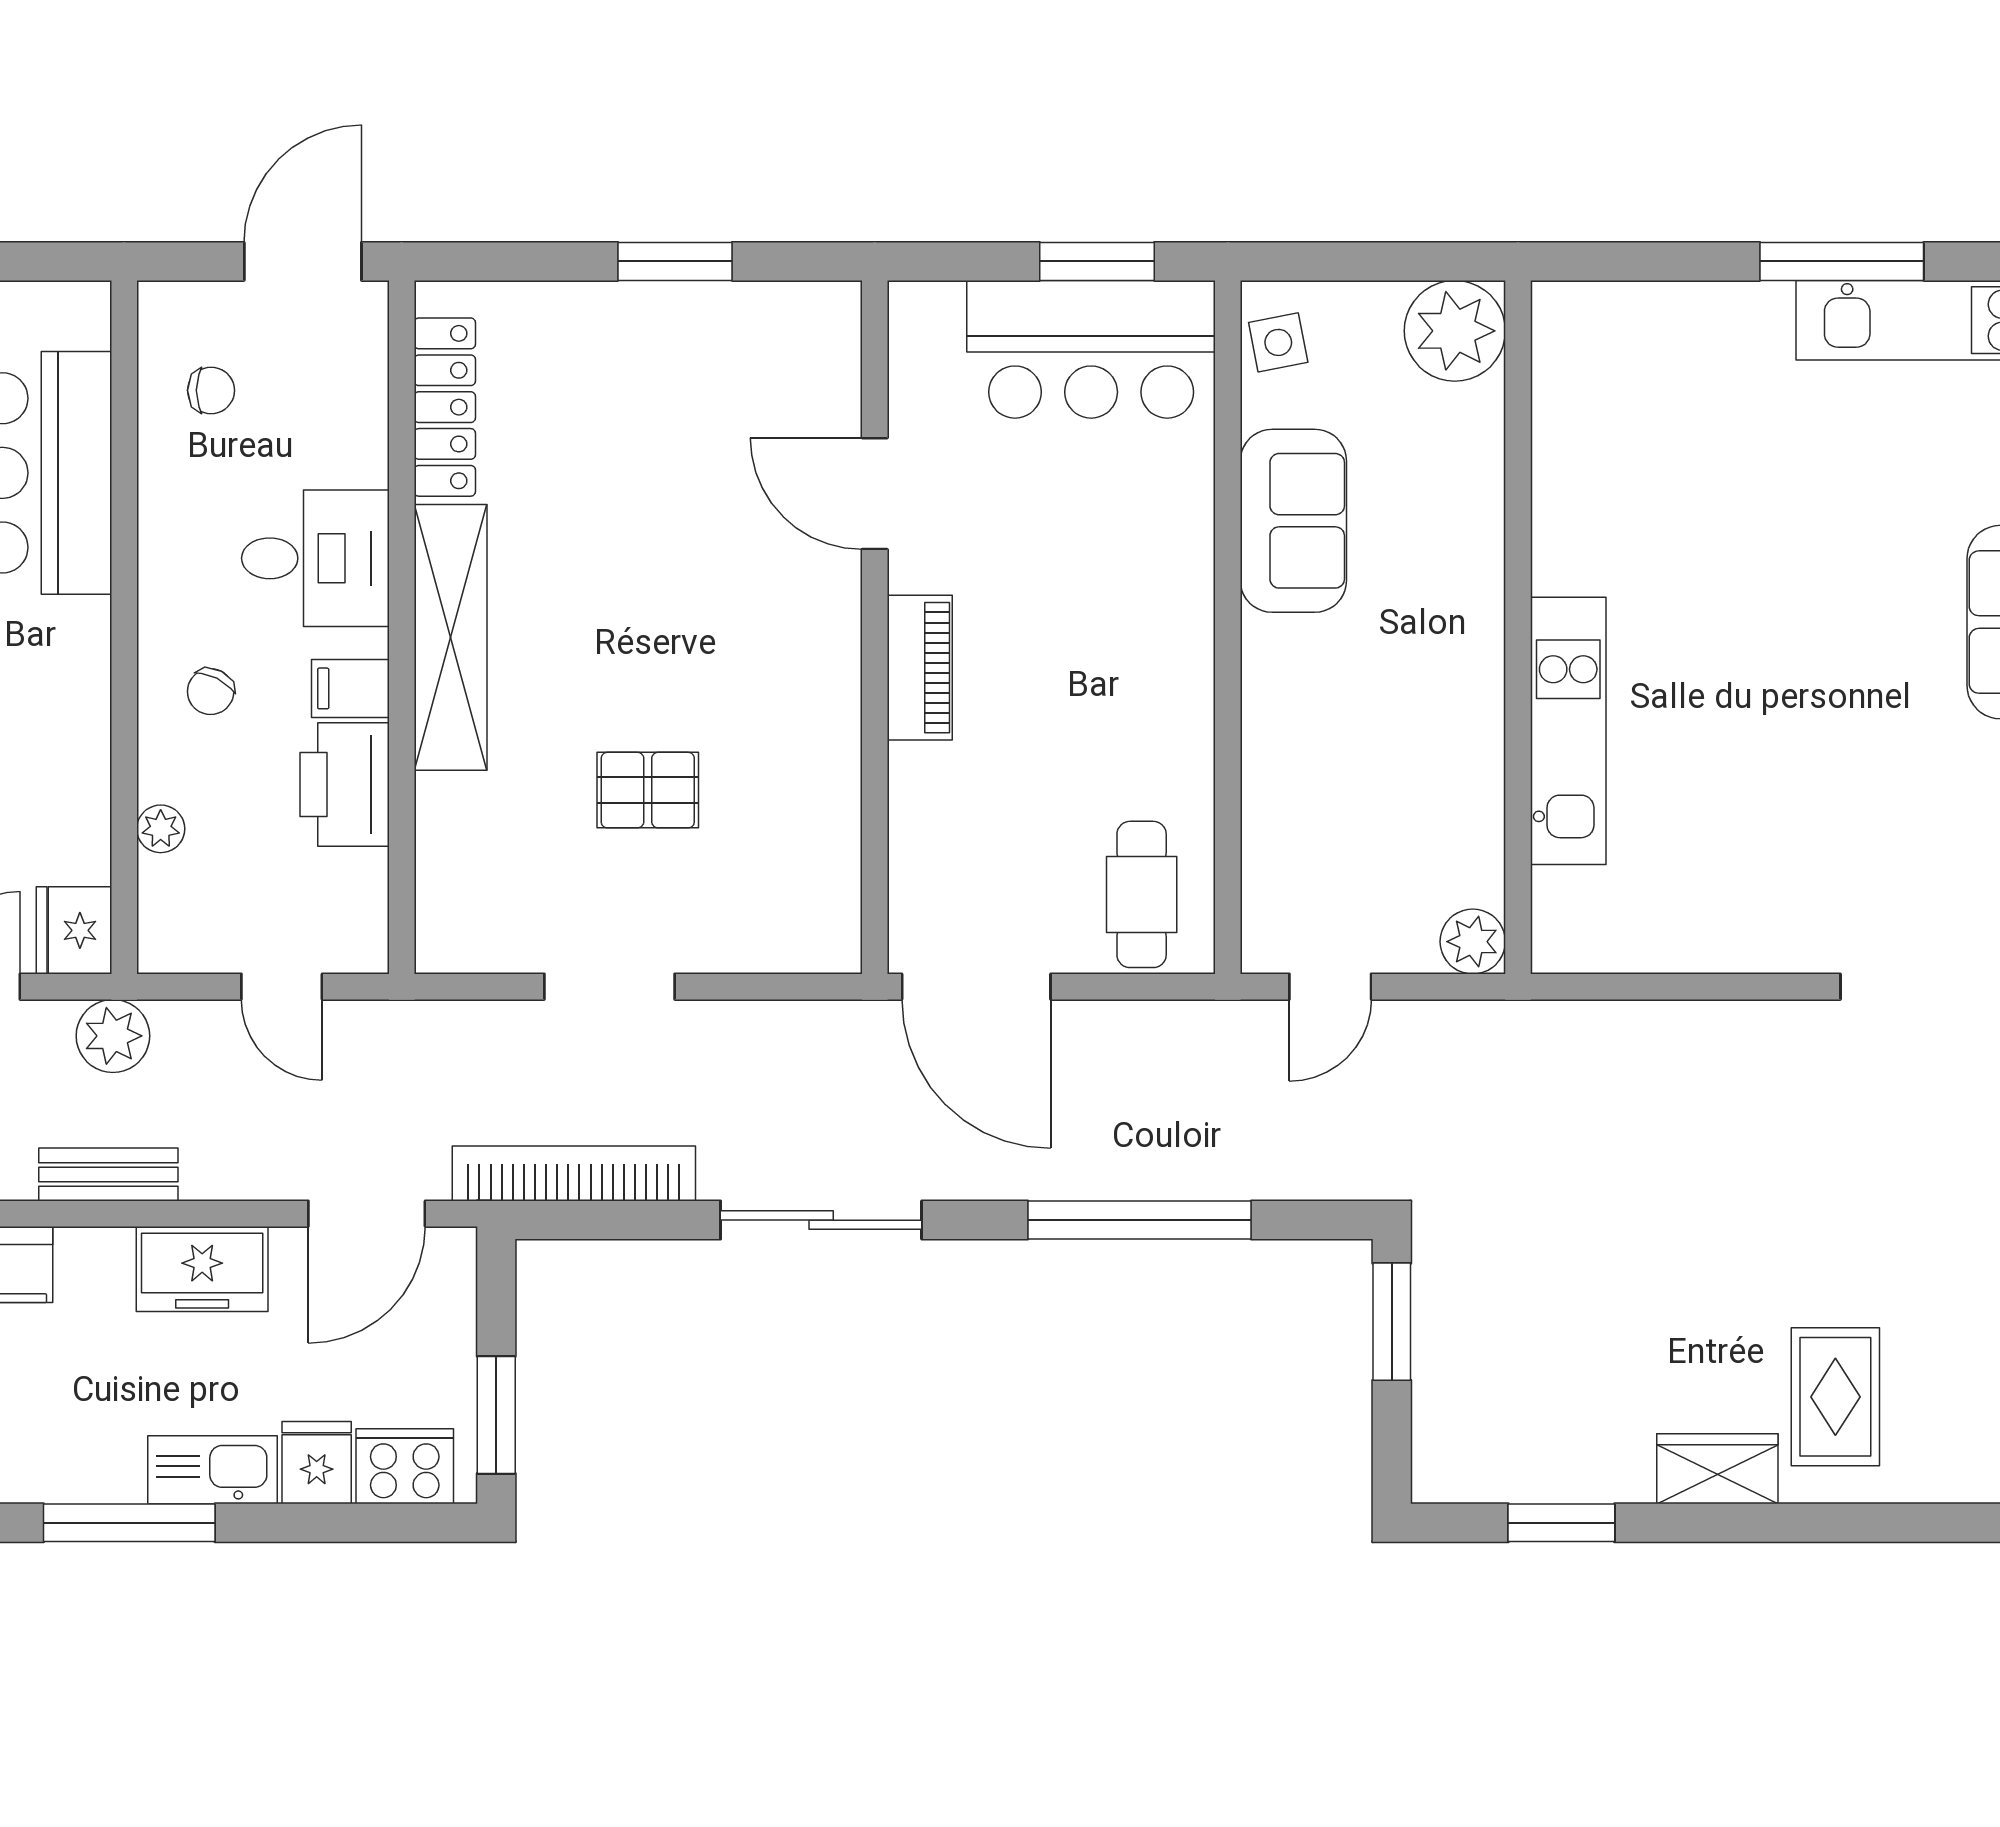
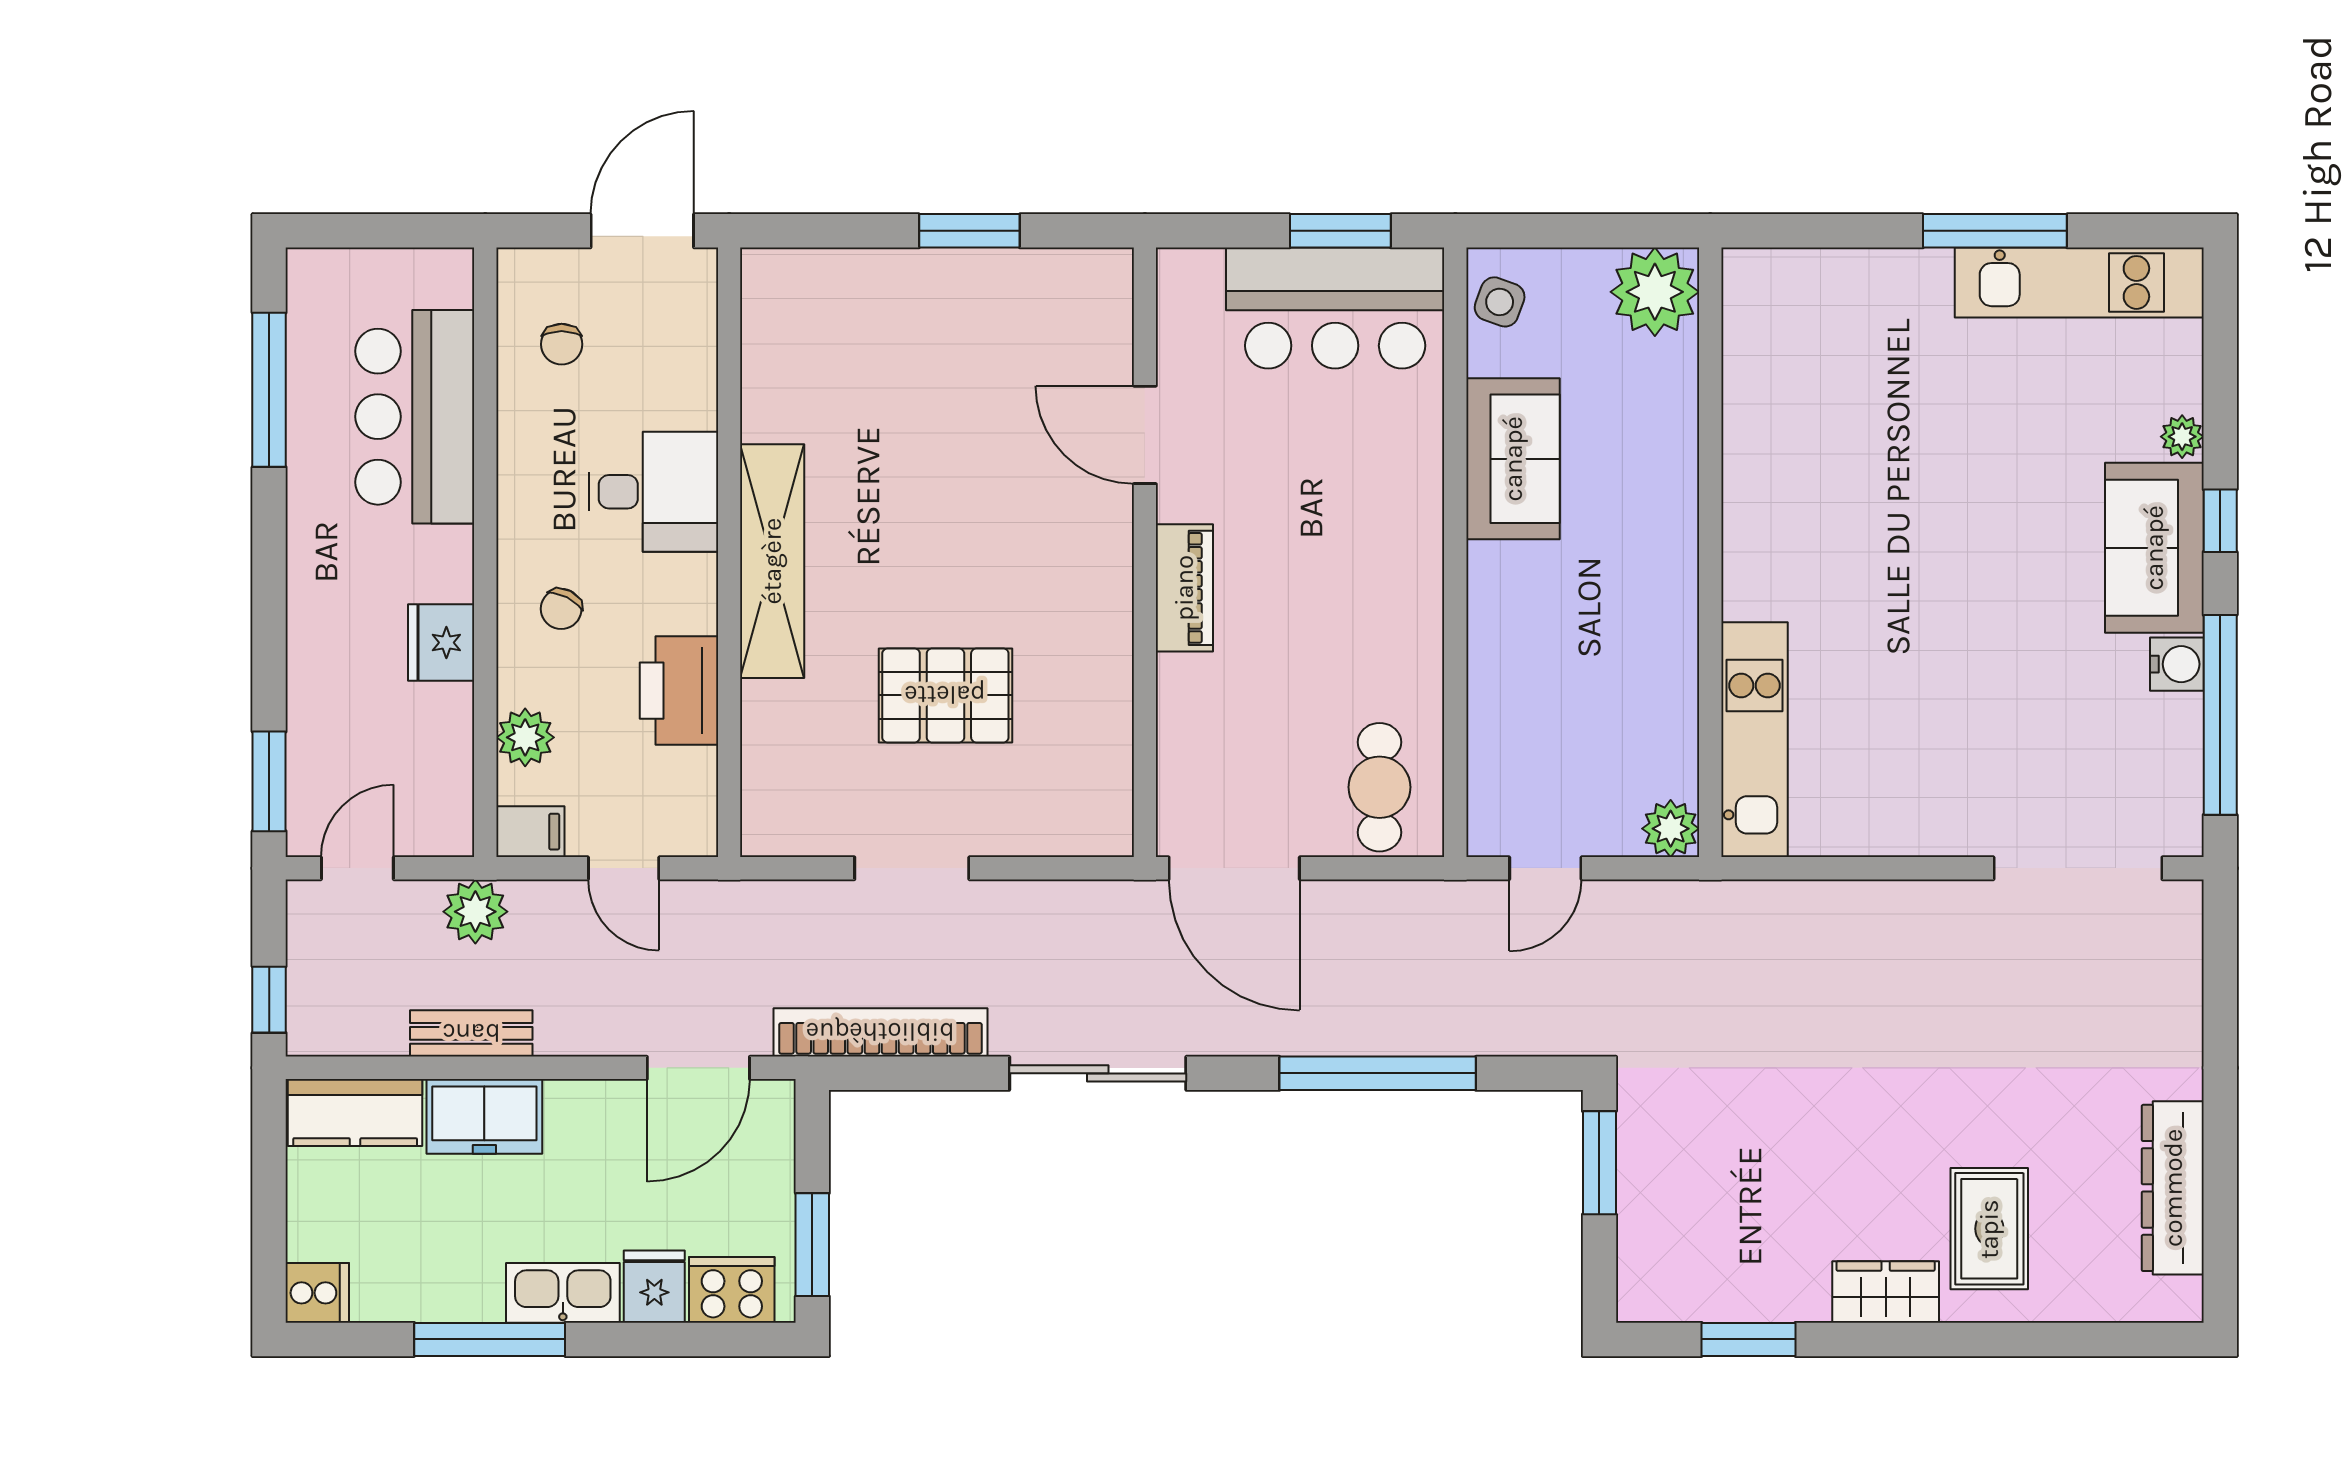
side table: (1278, 342) -> (1500, 302), turned 31
chair: (211, 390) -> (562, 344), turned 90
locker: (445, 407) -> (767, 359), removed
filing cabinet: (350, 688) -> (530, 832), moved, turned 180
kitchen unit: (1568, 731) -> (1754, 740), moved
pallet: (648, 790) -> (945, 695), width x1.50, depth x1.42
plant: (161, 829) -> (525, 737), width x1.38, depth x1.38
fridge: (74, 930) -> (441, 643), moved
freezer: (202, 1269) -> (484, 1116), moved

